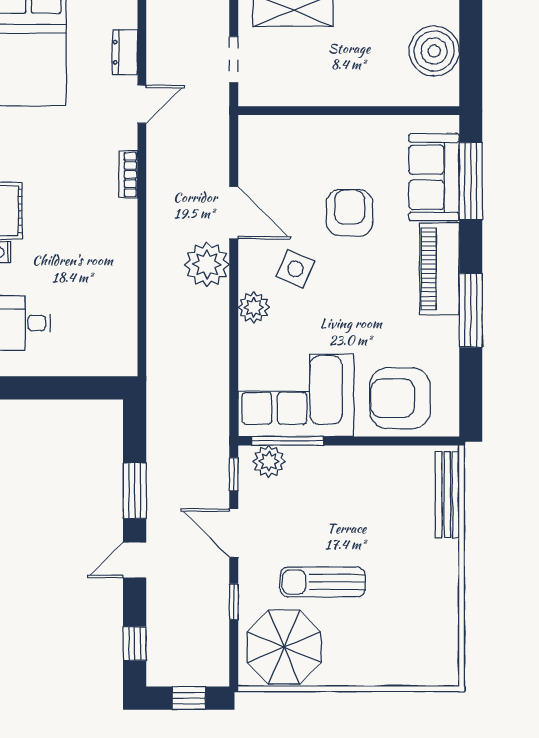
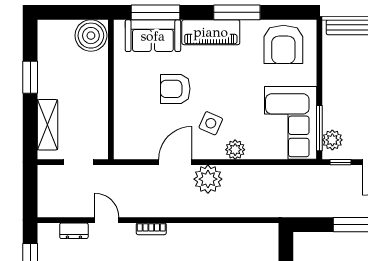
boiler: (434, 51) -> (91, 36), moved
armchair: (400, 398) -> (283, 44), moved

